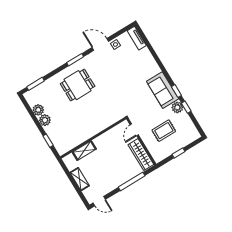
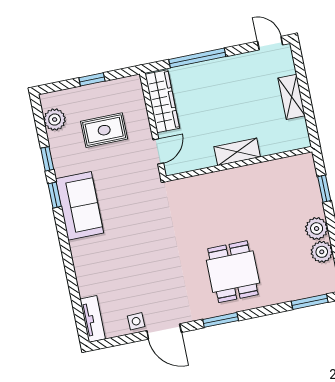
dining table: (78, 85) -> (233, 272), turned 90
plant: (177, 107) -> (55, 120), moved
shelving: (84, 151) -> (237, 152), moved

